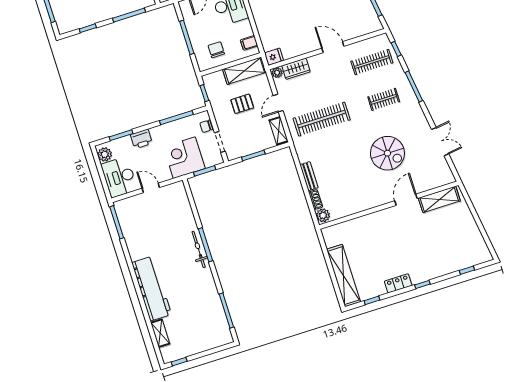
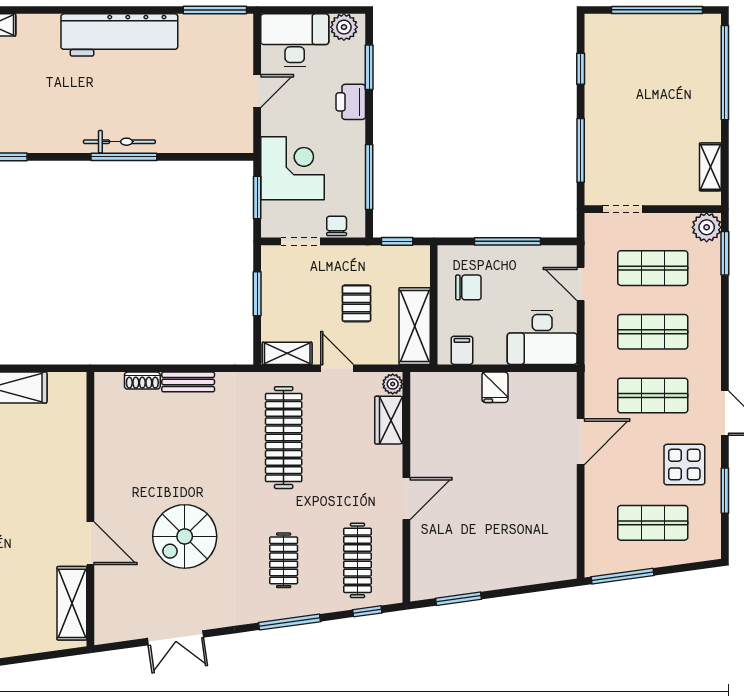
fridge: (274, 57) -> (495, 387), moved
plant: (323, 215) -> (110, 385), removed
workbench: (152, 289) -> (119, 35), moved

